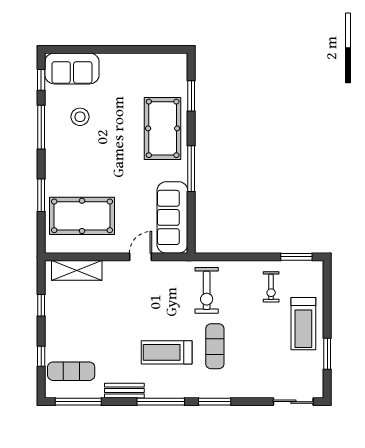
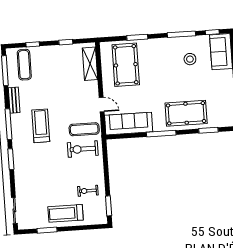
exercise mat: (215, 346) -> (84, 129), moved

